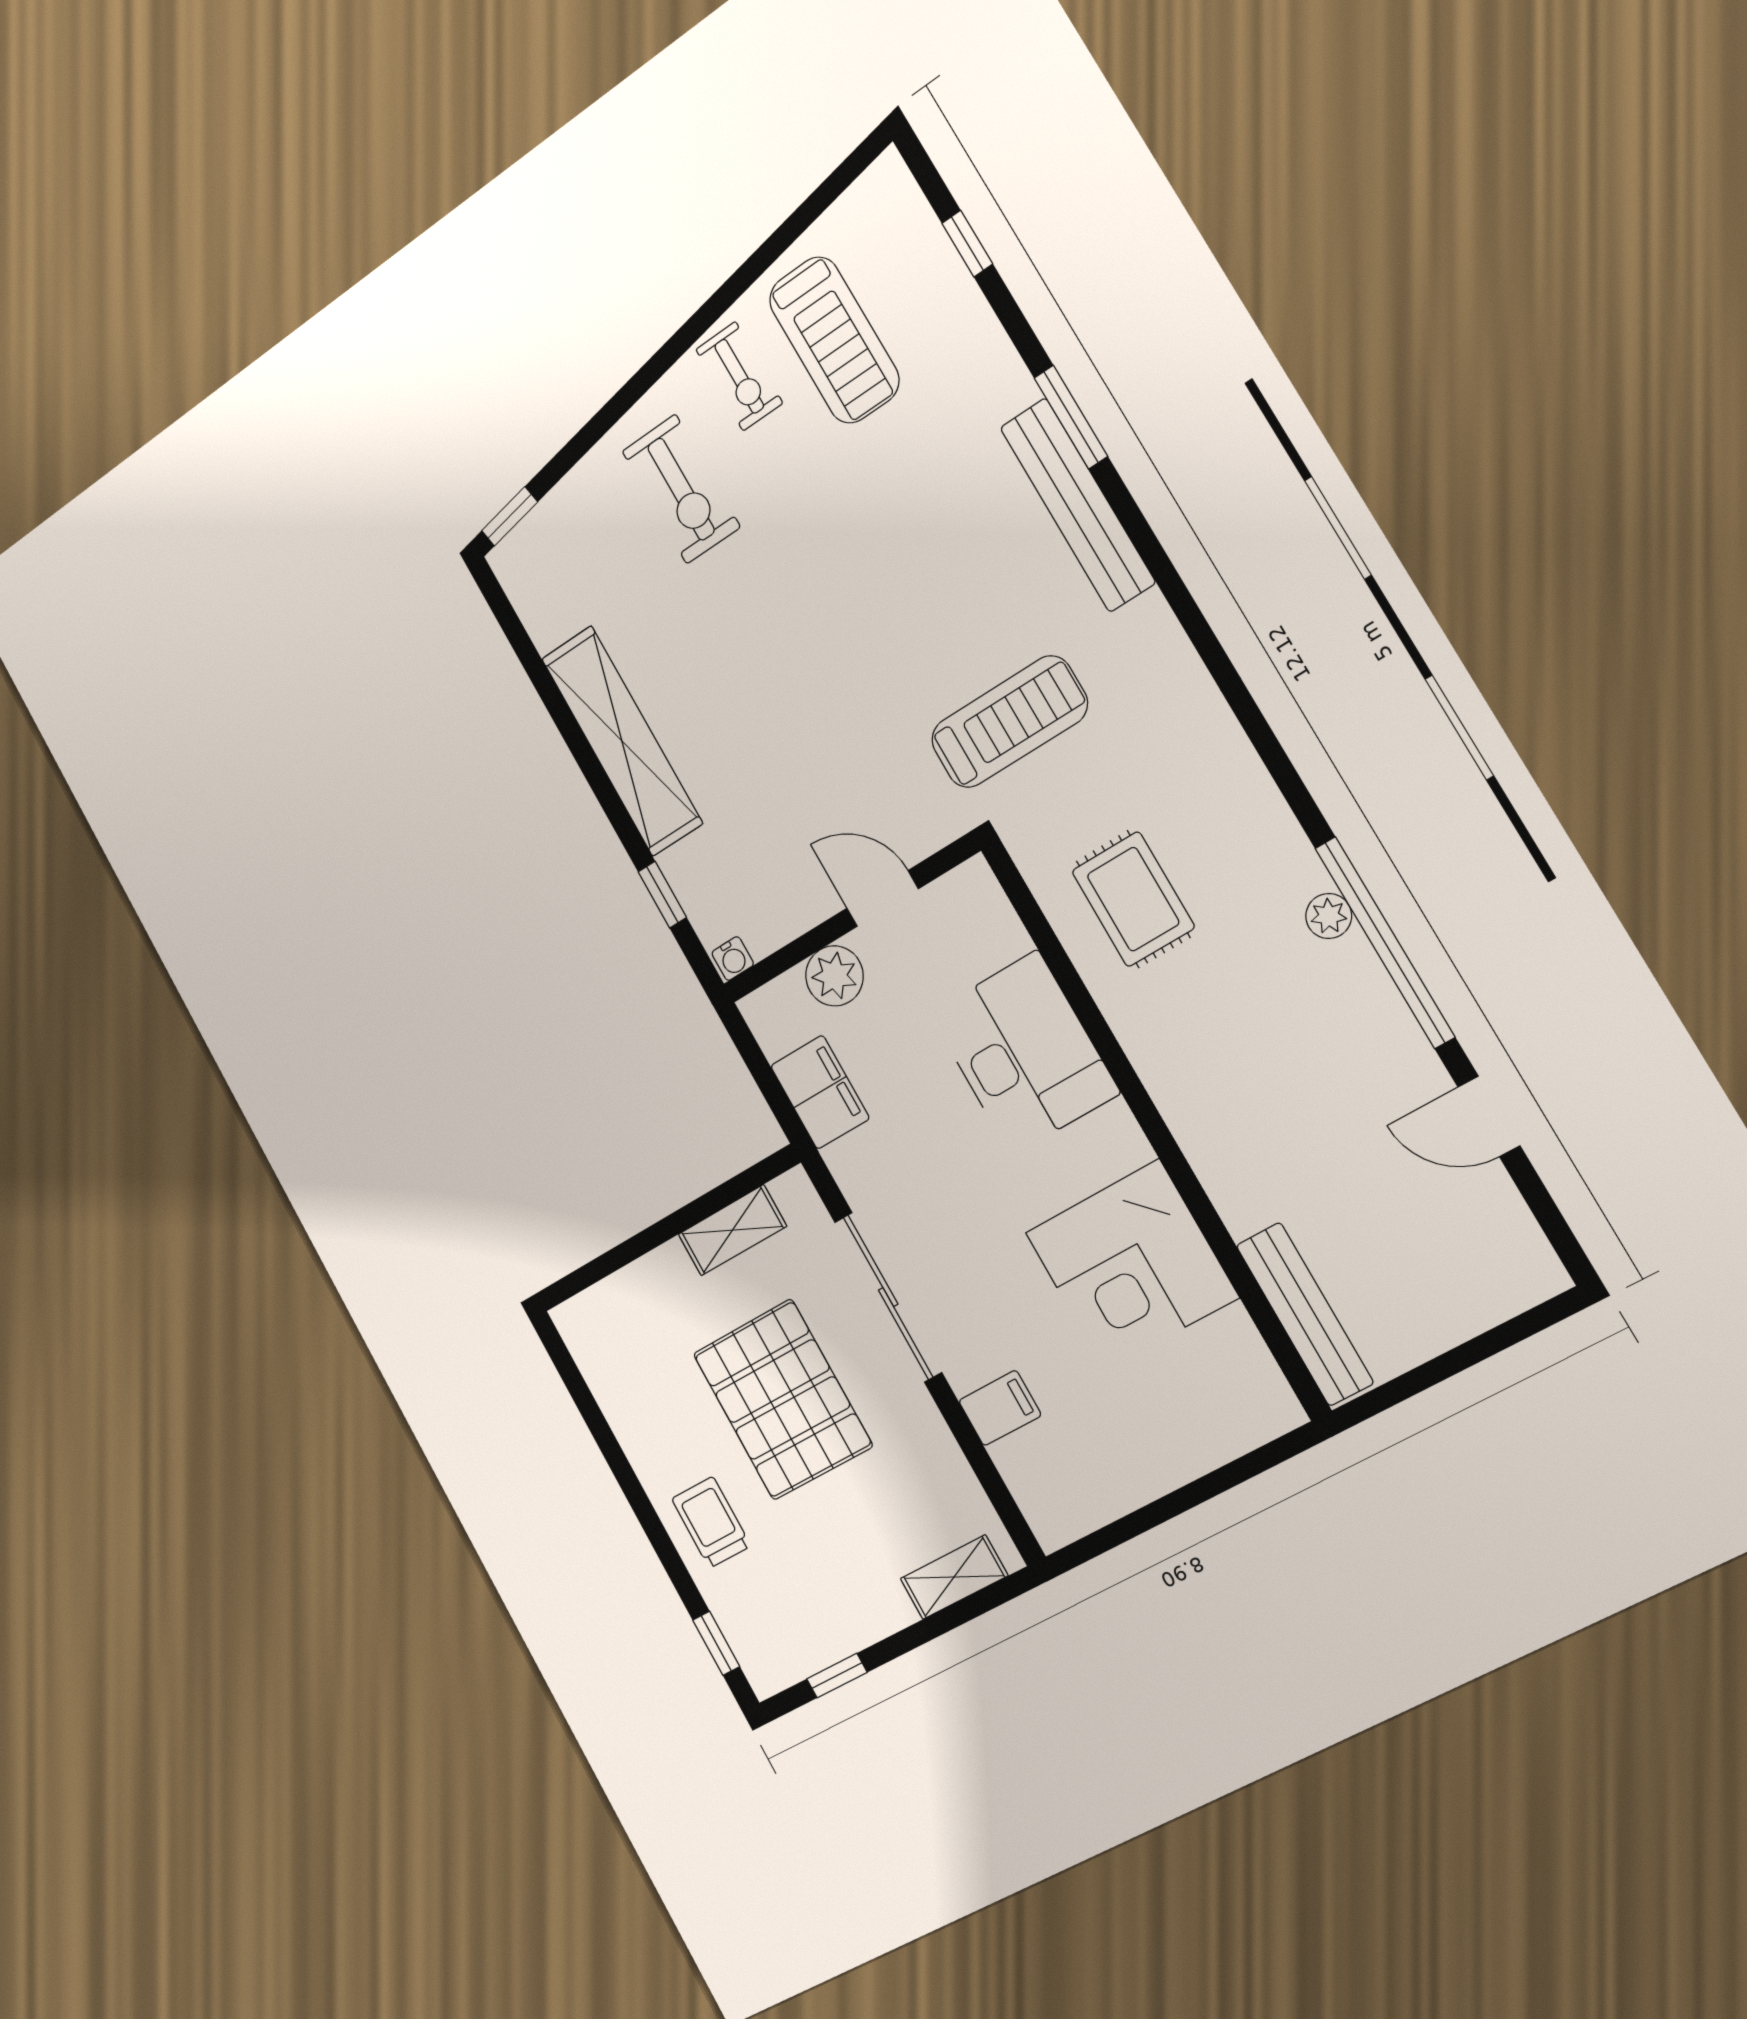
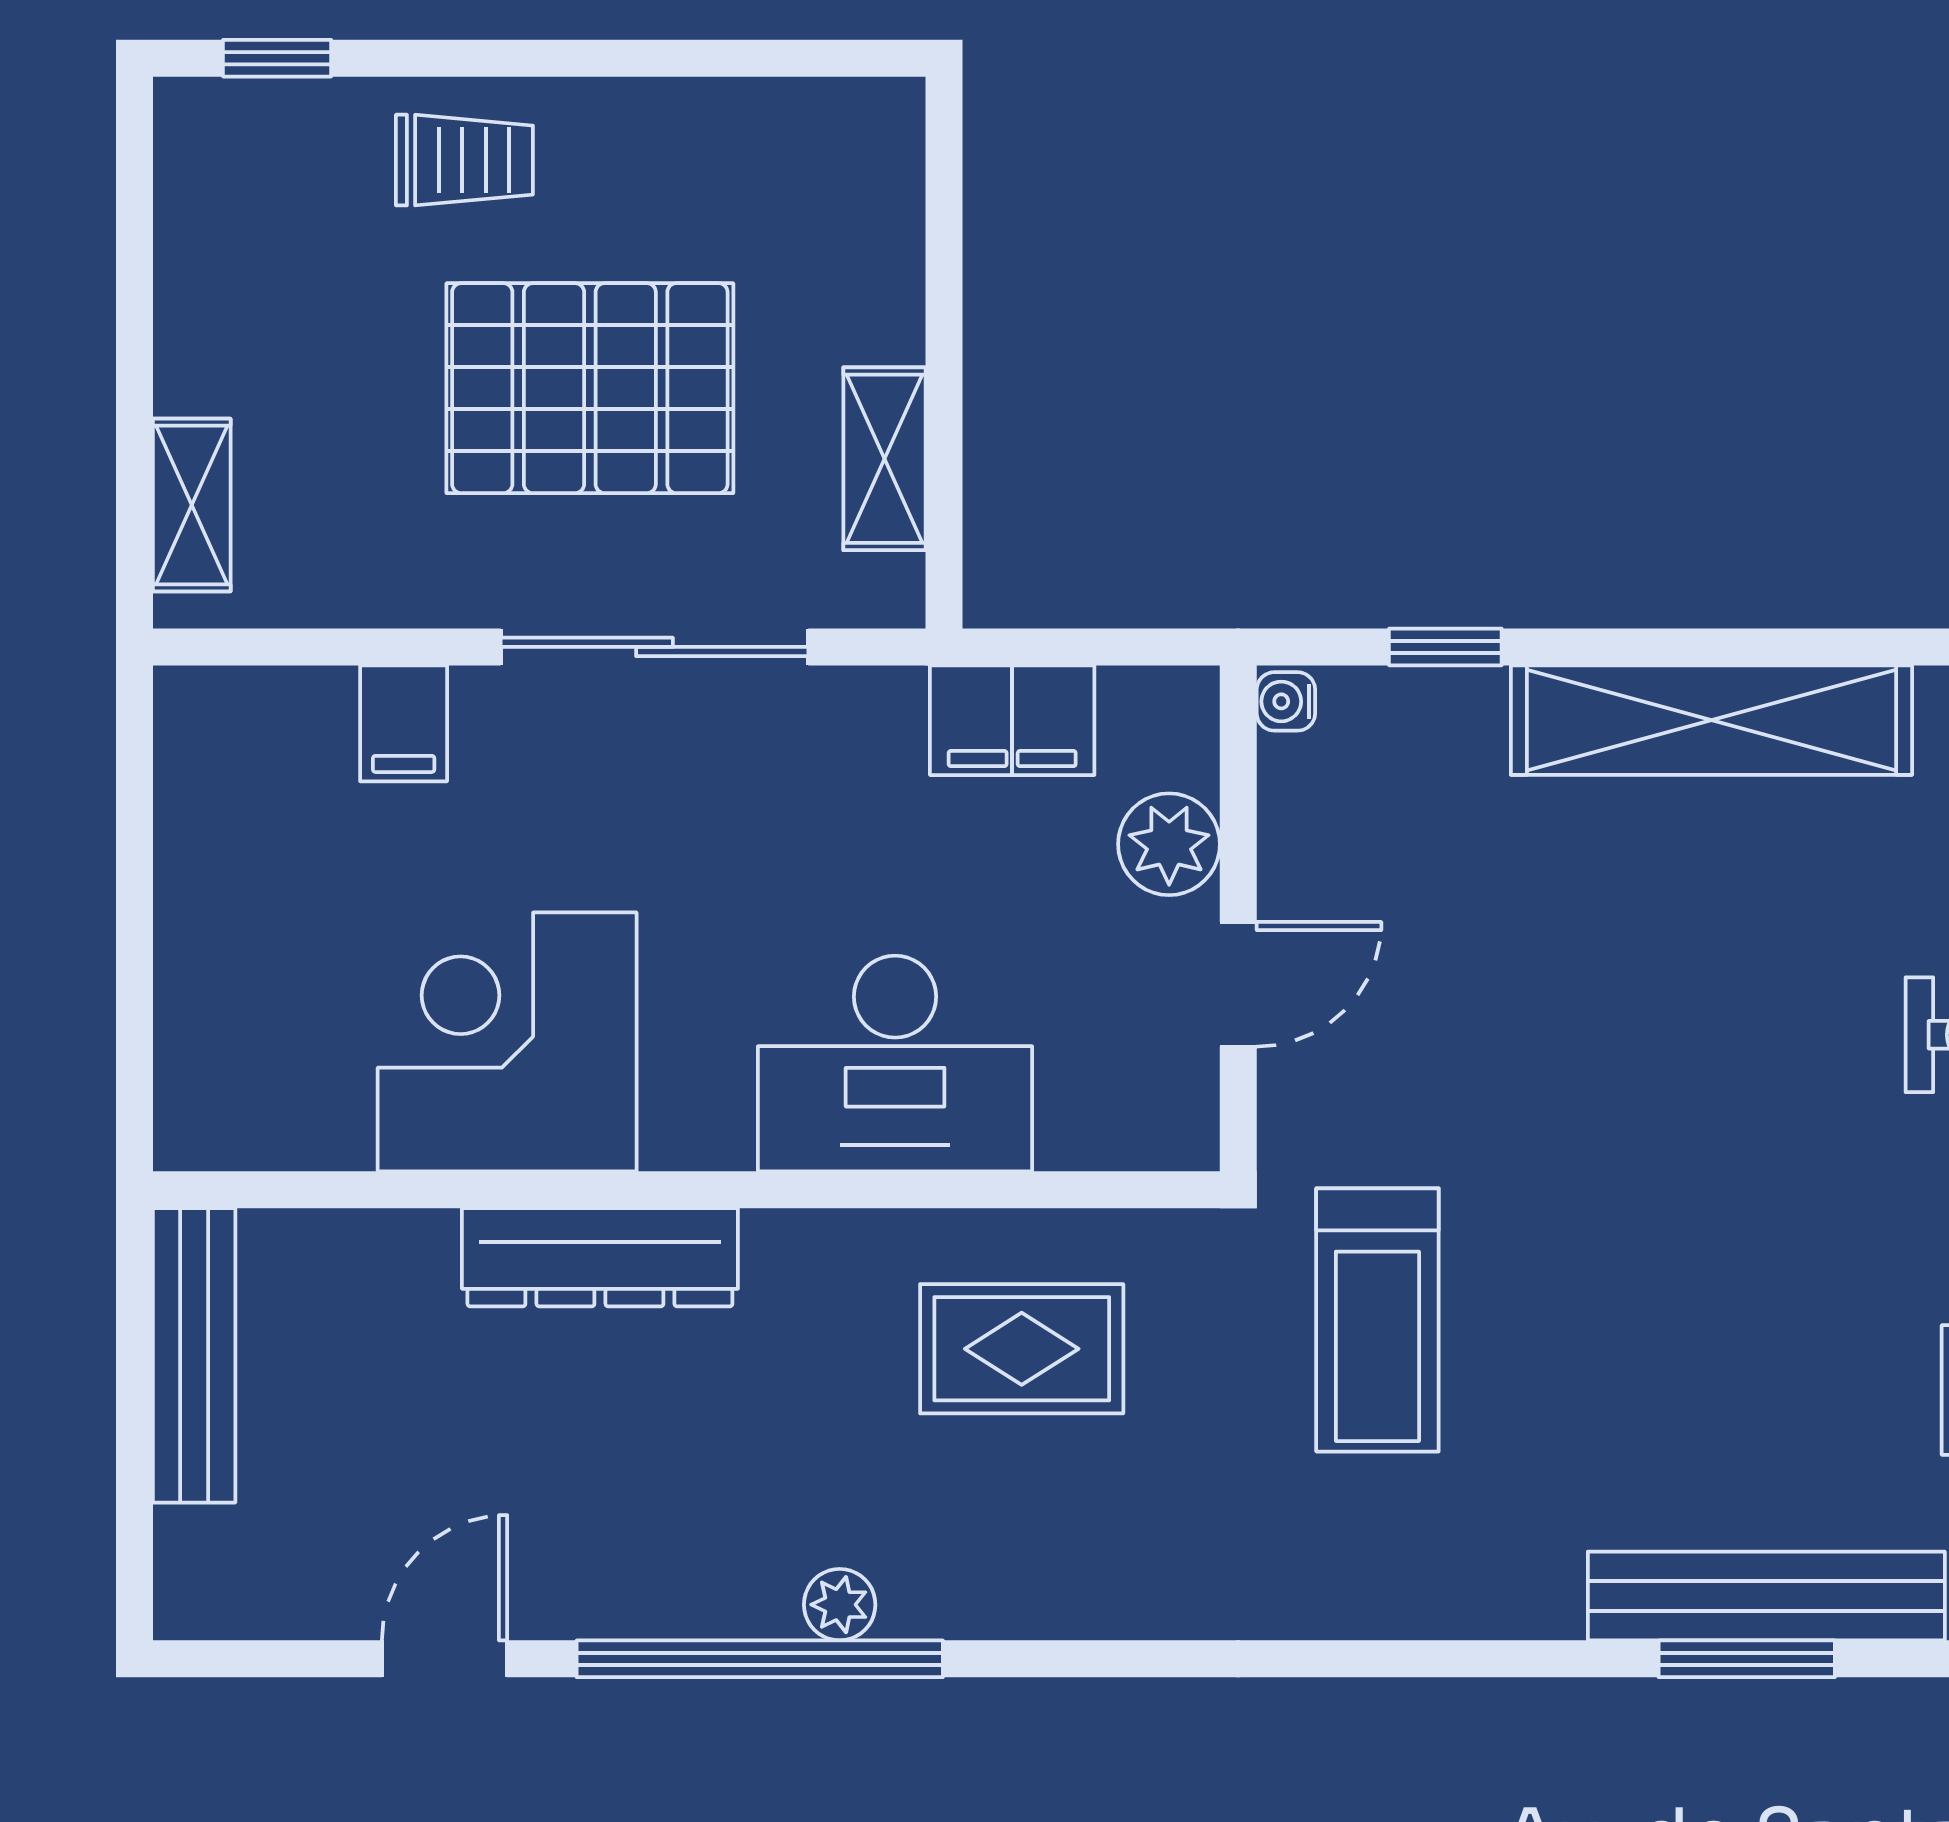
bench: (1078, 505) -> (1766, 1596), moved
dresser: (1216, 1153) -> (600, 1257), added
bench: (1305, 1314) -> (194, 1355), moved, turned 90
window: (837, 1676) -> (134, 230), removed

